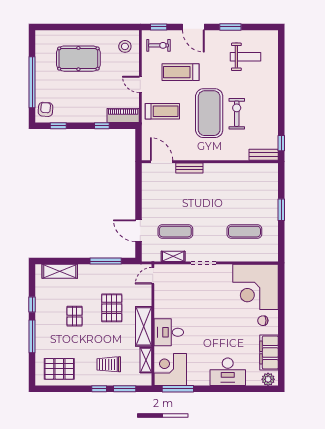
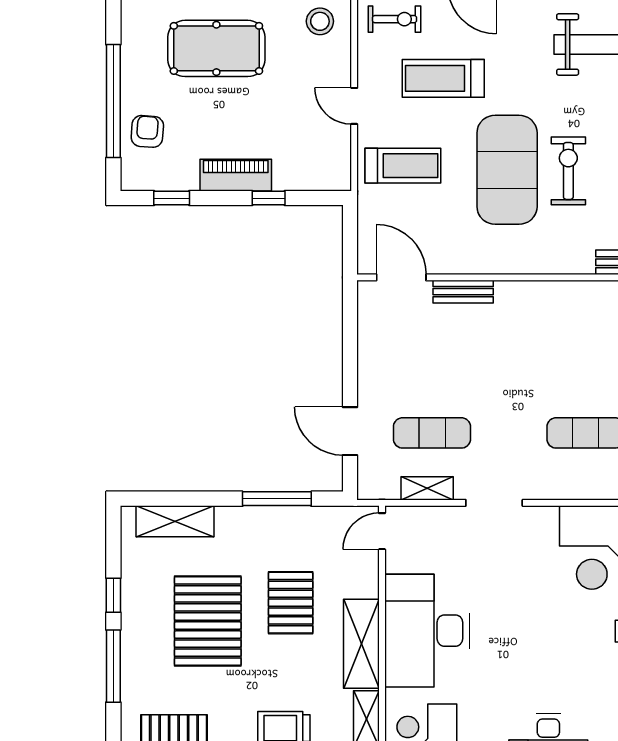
armchair: (46, 109) -> (147, 131), moved
piano: (123, 116) -> (236, 175), moved
pallet: (75, 316) -> (208, 621), width x2.05, depth x2.00
desk: (169, 332) -> (427, 631), width x1.87, depth x1.30

